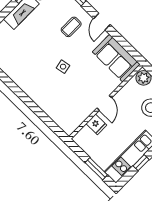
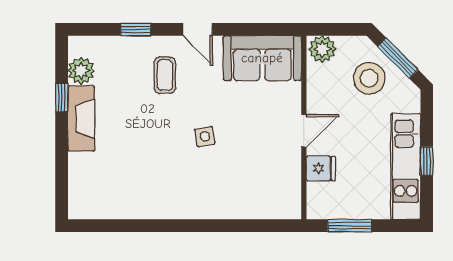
door: (104, 103) -> (304, 131), hinge flipped
window: (96, 169) -> (350, 226), moved

